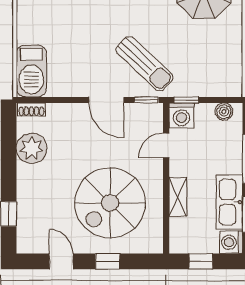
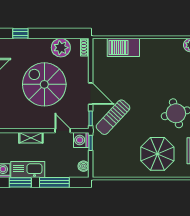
barbecue: (31, 71) -> (123, 47), moved
door: (106, 100) -> (91, 94), swing flipped
spiral stairs: (110, 203) -> (44, 84), moved

